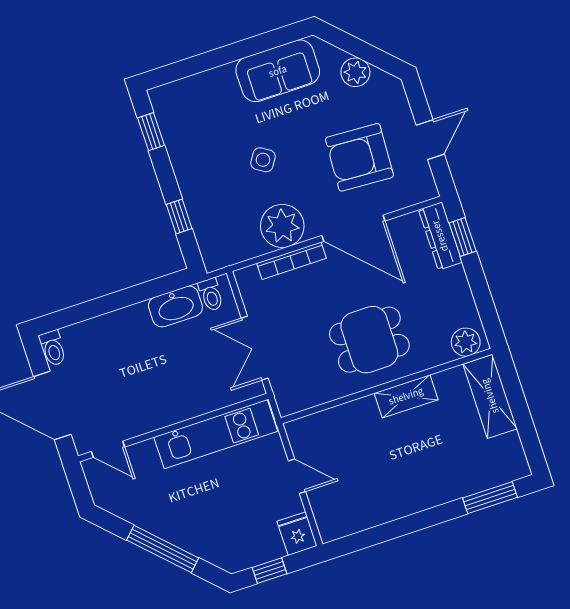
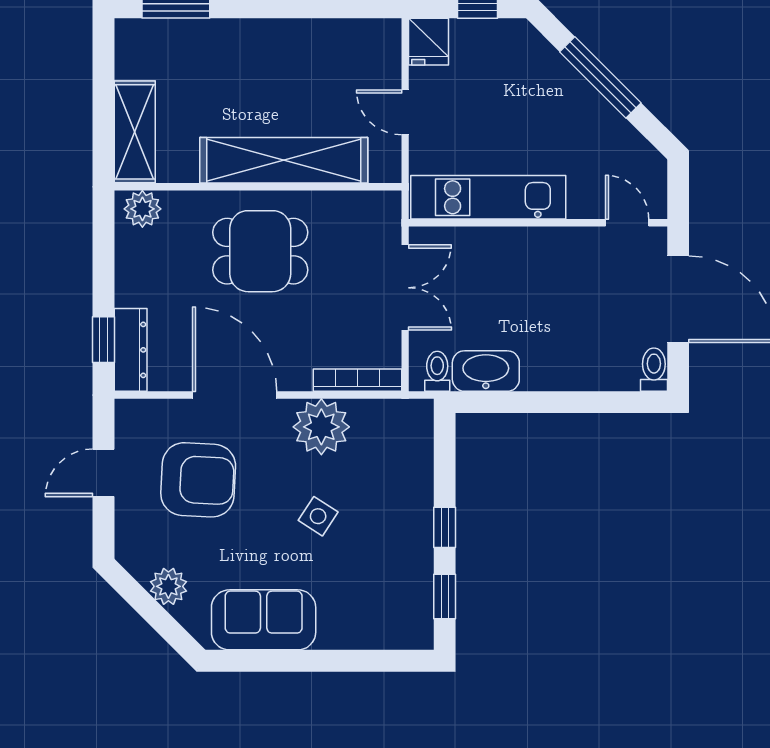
window: (179, 216) -> (445, 527), moved
bookcase: (291, 261) -> (358, 380), moved
shelving: (406, 396) -> (284, 160), width x2.20, depth x1.33

